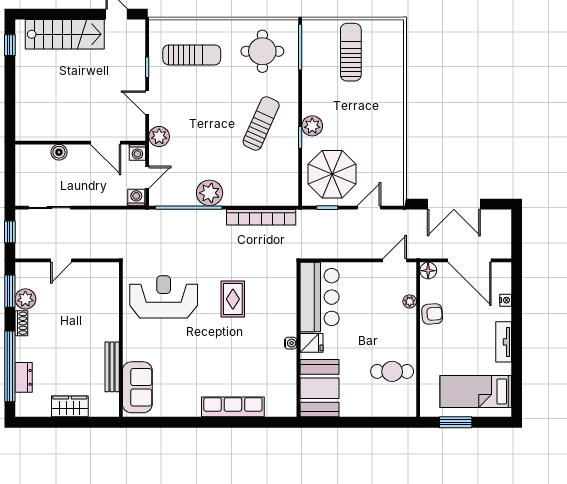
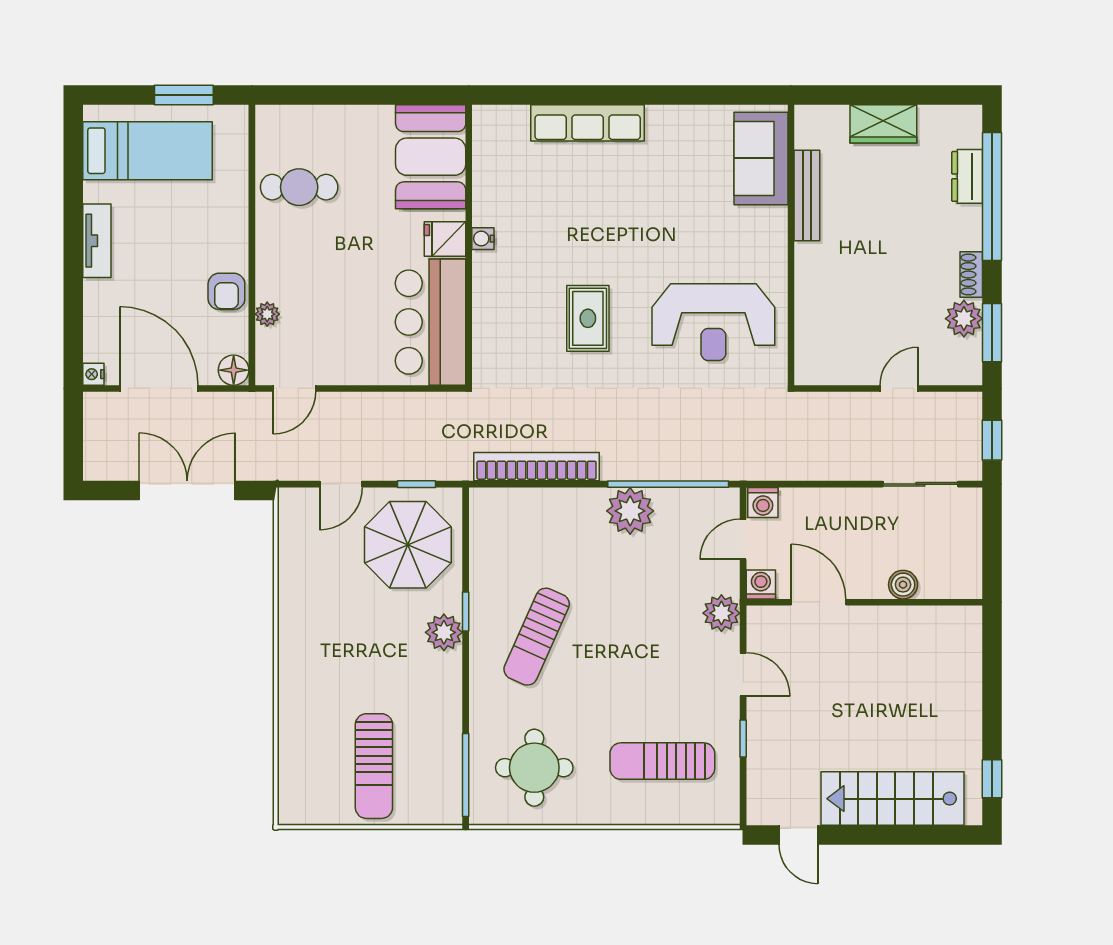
nightstand: (506, 300) -> (93, 374), moved
armchair: (432, 314) -> (226, 291), turned -86

